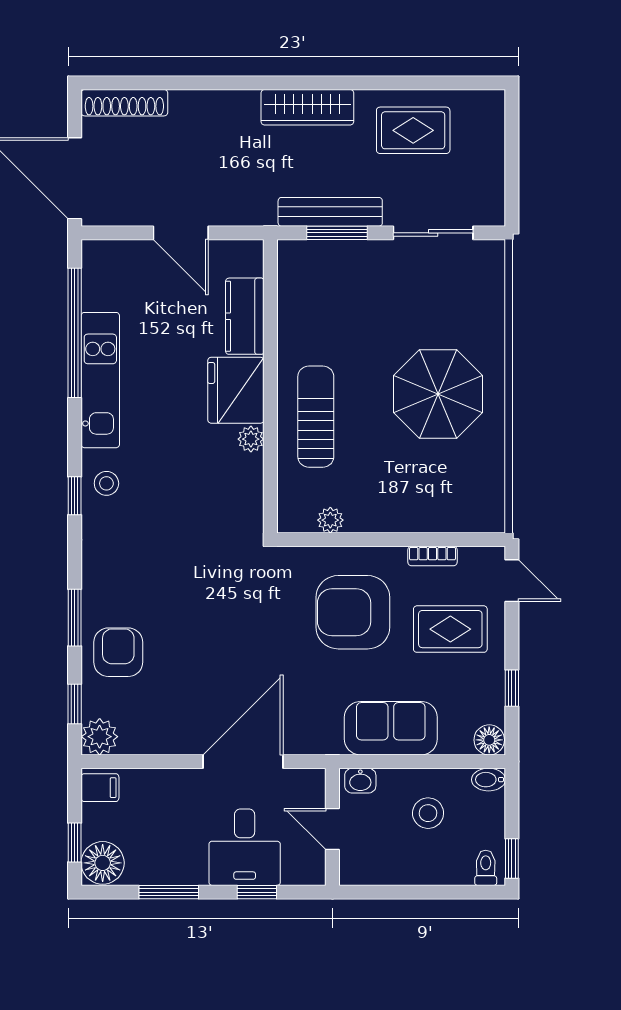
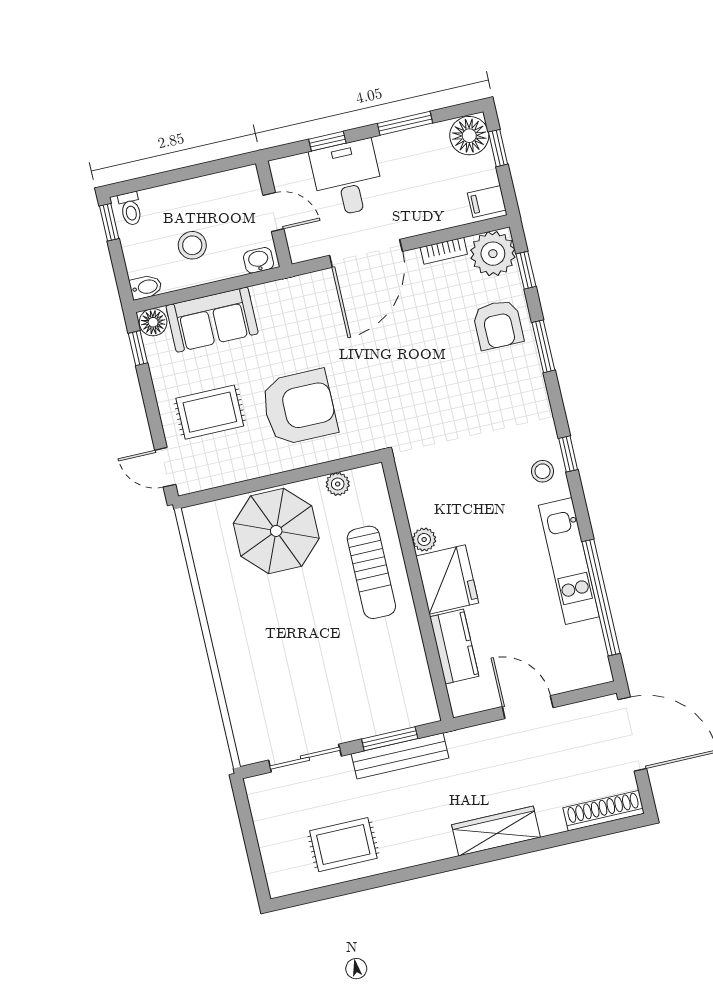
wardrobe: (307, 107) -> (496, 831), moved
parasol: (438, 394) -> (276, 531), moved
bookcase: (432, 556) -> (444, 251), moved, turned 180
window: (512, 688) -> (138, 348), moved
sofa: (391, 728) -> (212, 320), moved
plant: (100, 737) -> (493, 254), width x1.36, depth x1.36

